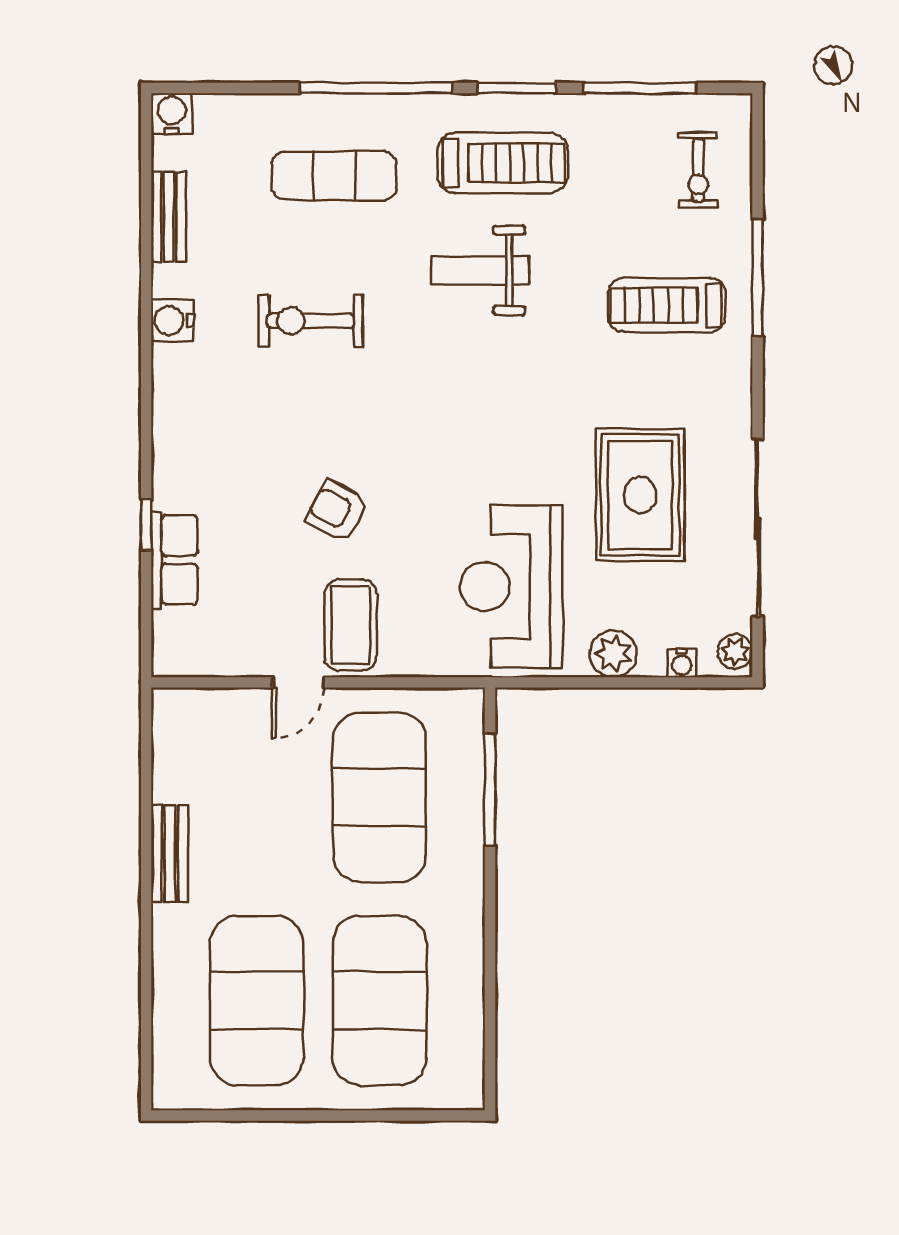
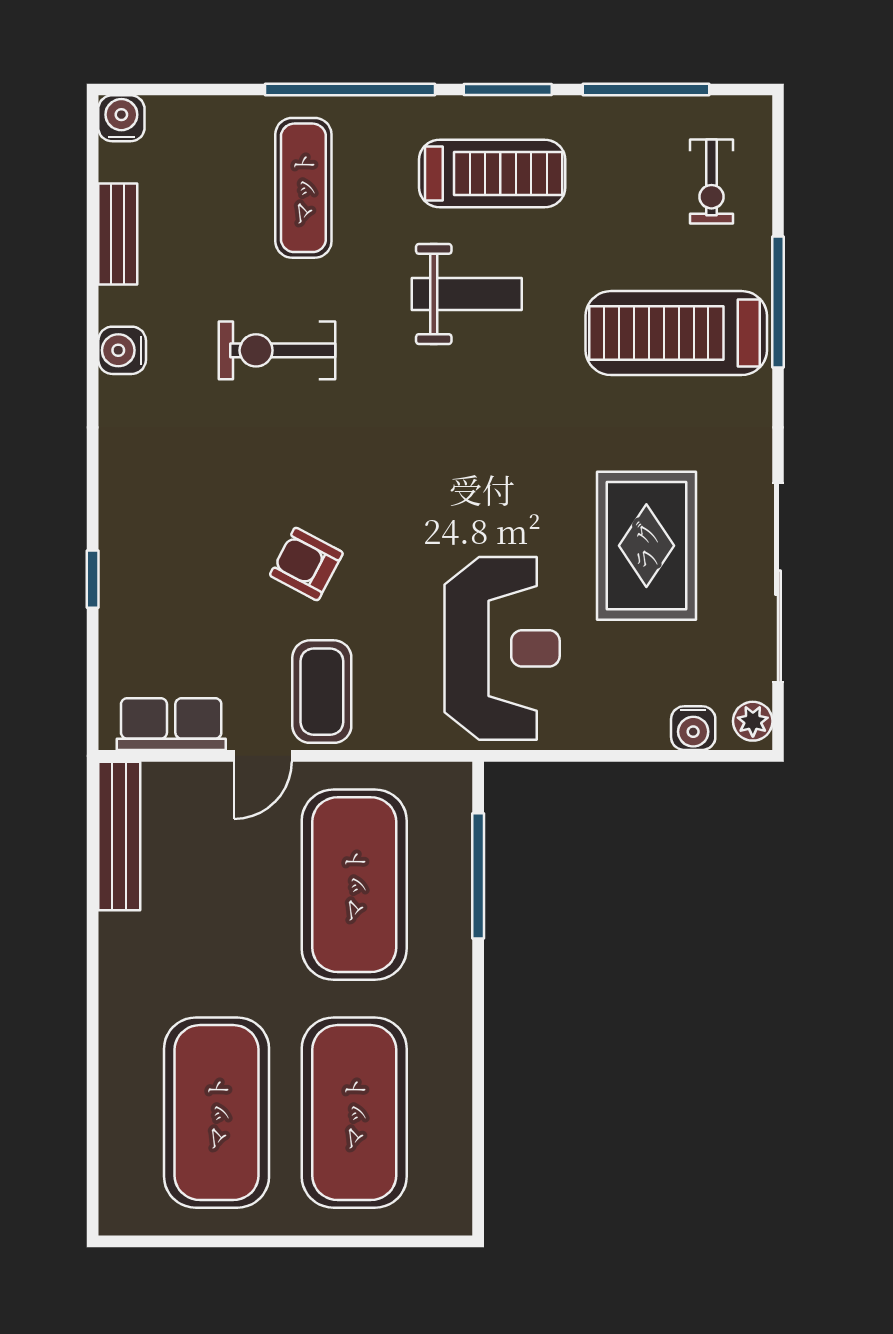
exercise mat: (334, 176) -> (303, 188), turned 90
weight bench: (480, 270) -> (467, 294), turned 180
treadmill: (667, 305) -> (676, 333), width x1.37, depth x1.38
row of seats: (174, 560) -> (171, 724), moved, turned -90
reception desk: (511, 586) -> (502, 648), turned 180
plant: (613, 654) -> (616, 724), removed
water cooler: (682, 663) -> (693, 728), width x1.38, depth x1.38
bench: (170, 853) -> (119, 836), moved, width x1.36

